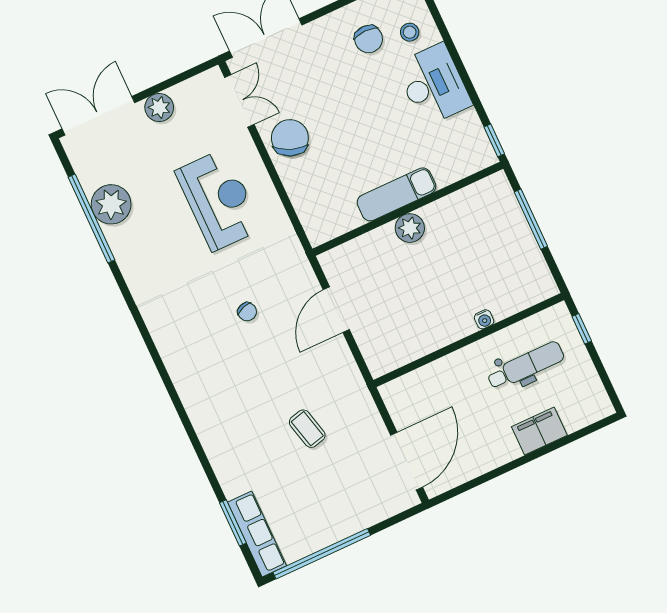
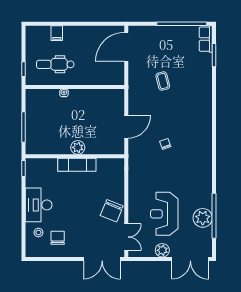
double door: (239, 101) -> (126, 237), swing flipped
reception desk: (219, 200) -> (164, 214), moved
filing cabinet: (539, 431) -> (57, 33), width x0.50
row of seats: (257, 534) -> (206, 39), width x0.68

